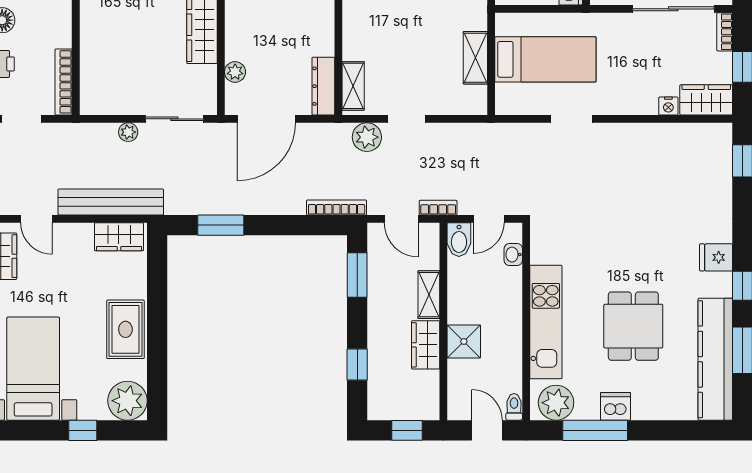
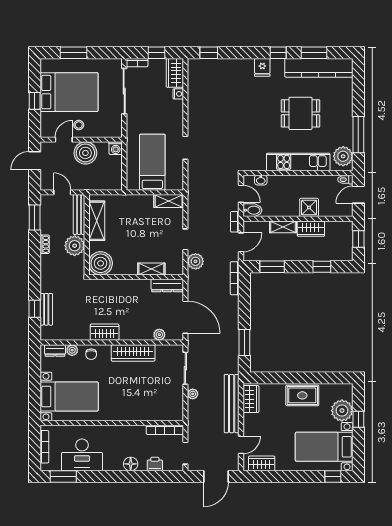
shelving: (475, 58) -> (169, 201), moved
shelving: (353, 86) -> (151, 269), moved
plant: (128, 401) -> (342, 411), moved
dishwasher: (615, 406) -> (345, 123), removed

